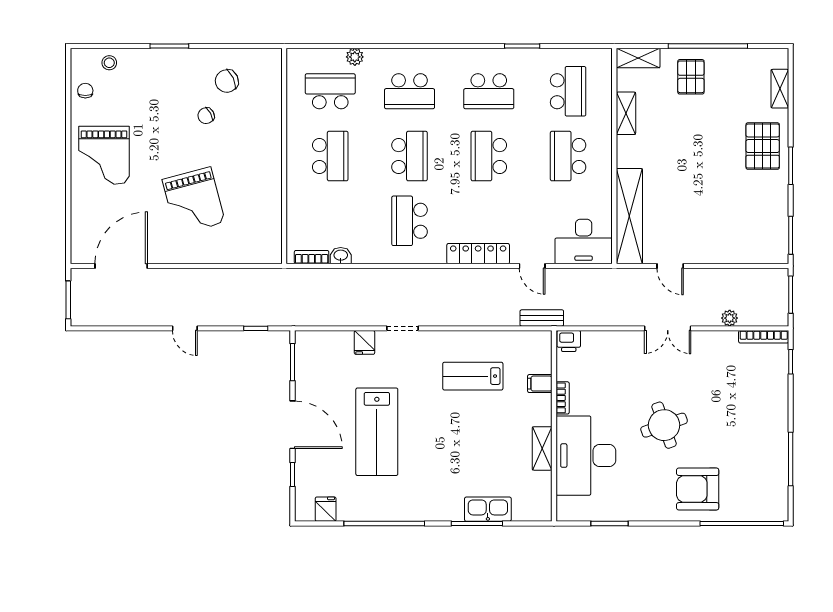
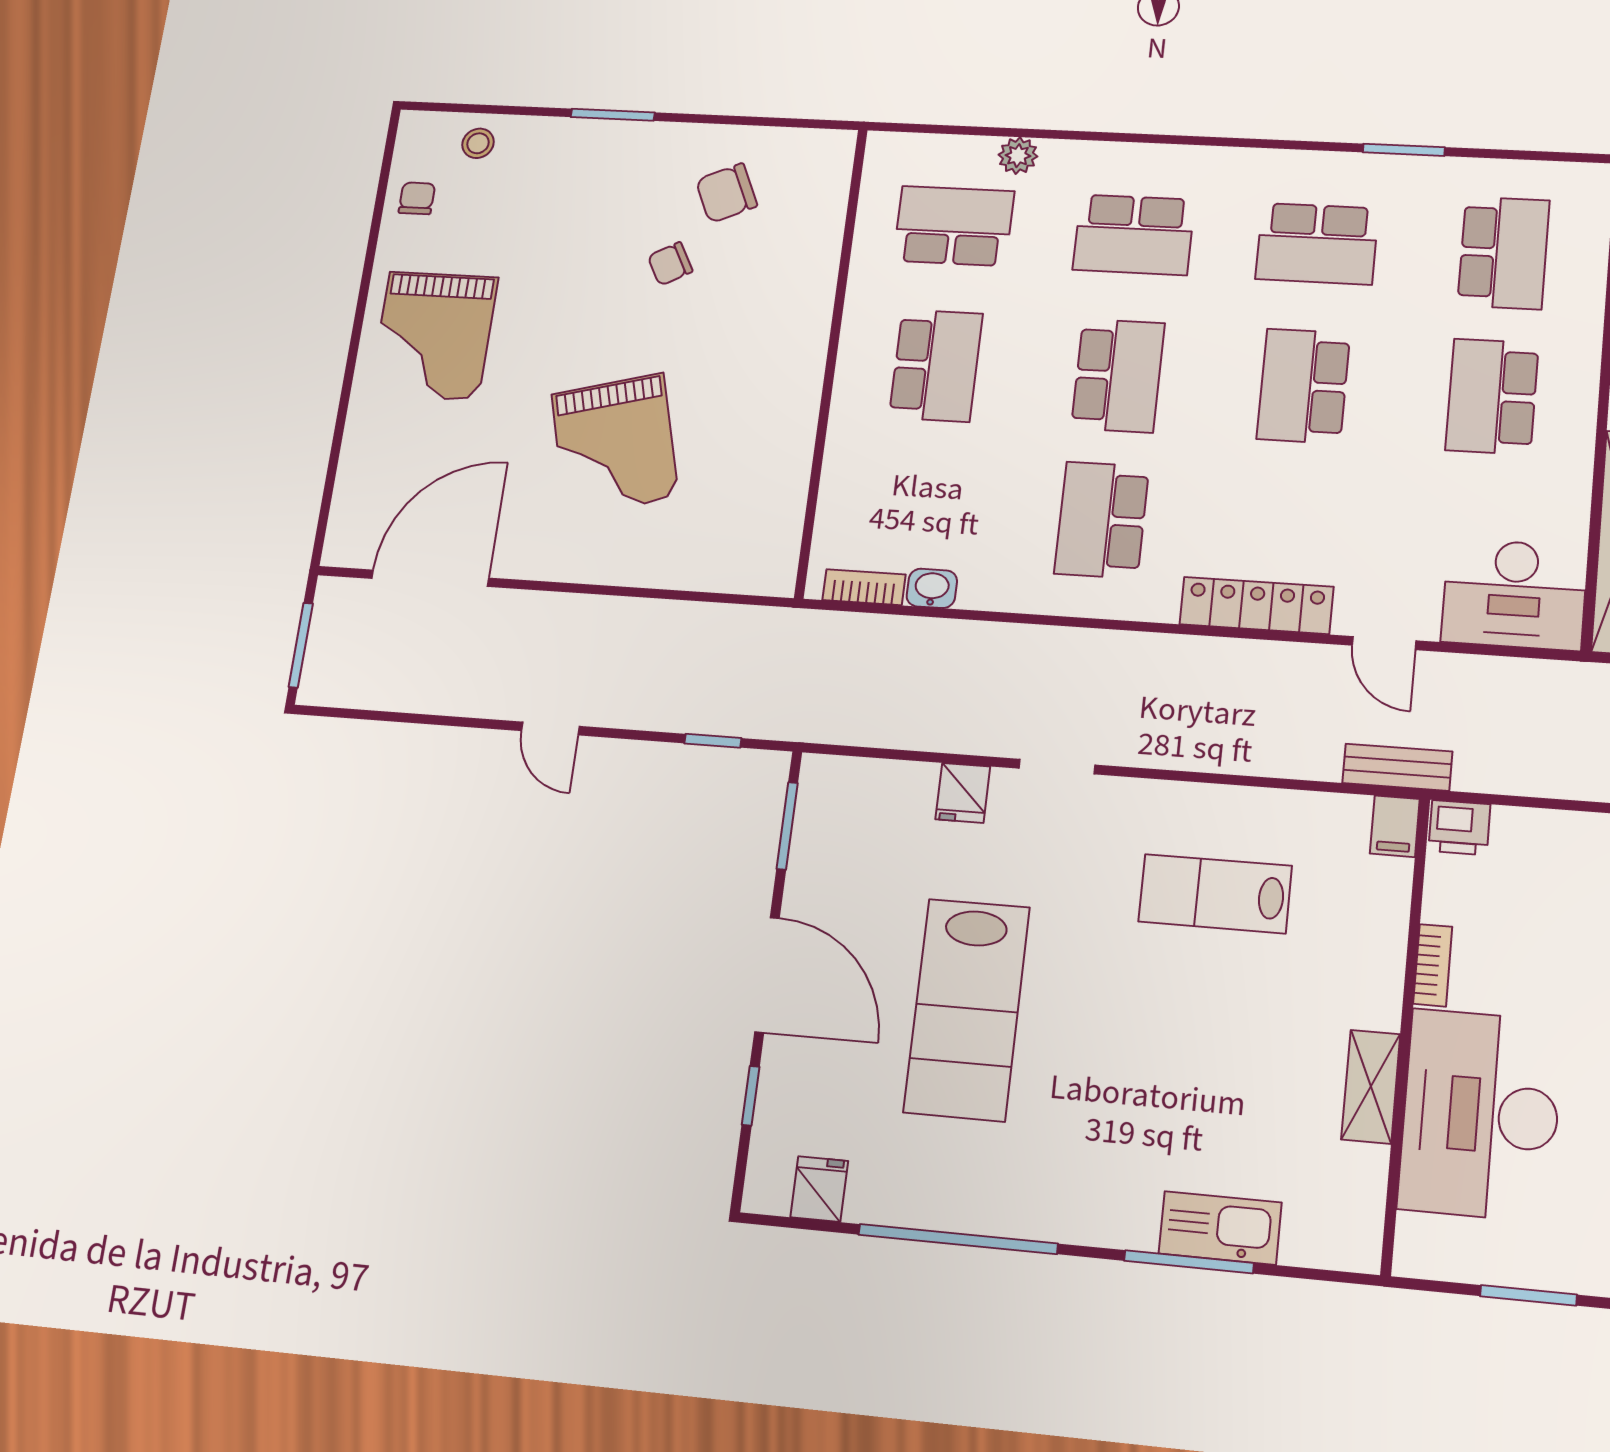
filing cabinet: (540, 384) -> (1395, 826), moved, turned -90

